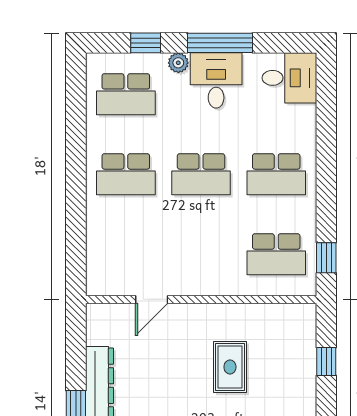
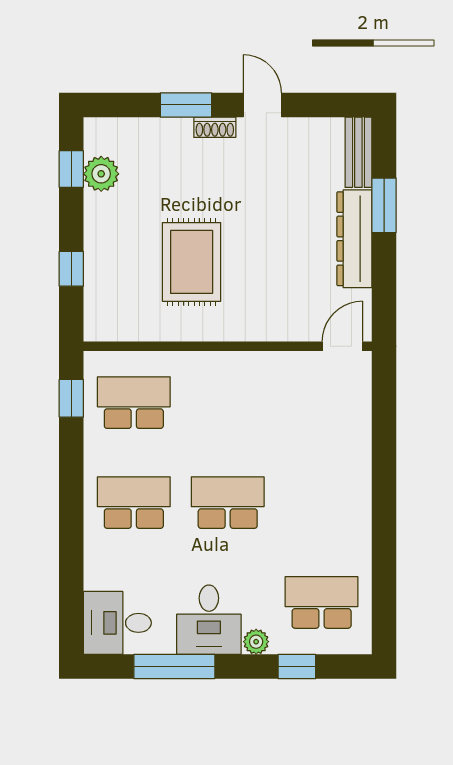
window: (220, 43) -> (174, 666), moved
school desk: (126, 174) -> (322, 503), removed
door: (152, 299) -> (342, 346), moved
rug: (230, 367) -> (192, 262), width x1.36, depth x1.43

